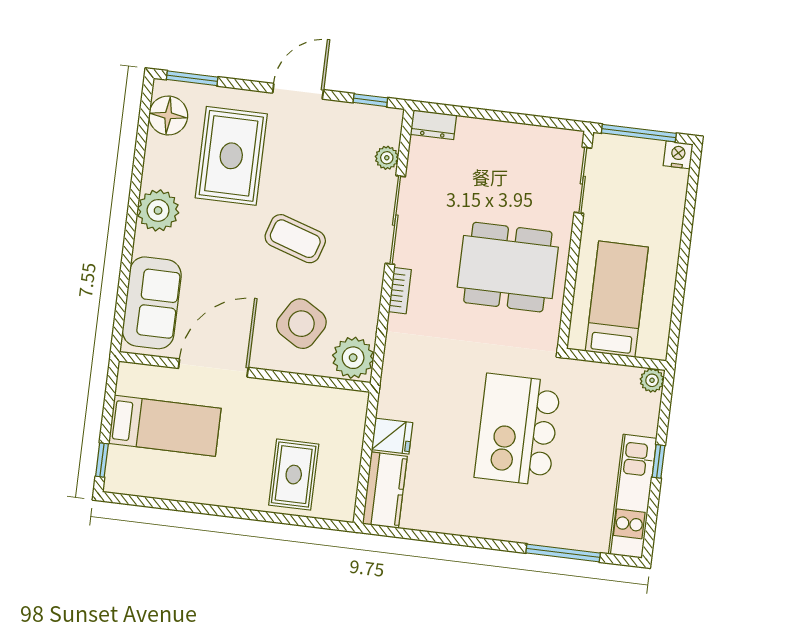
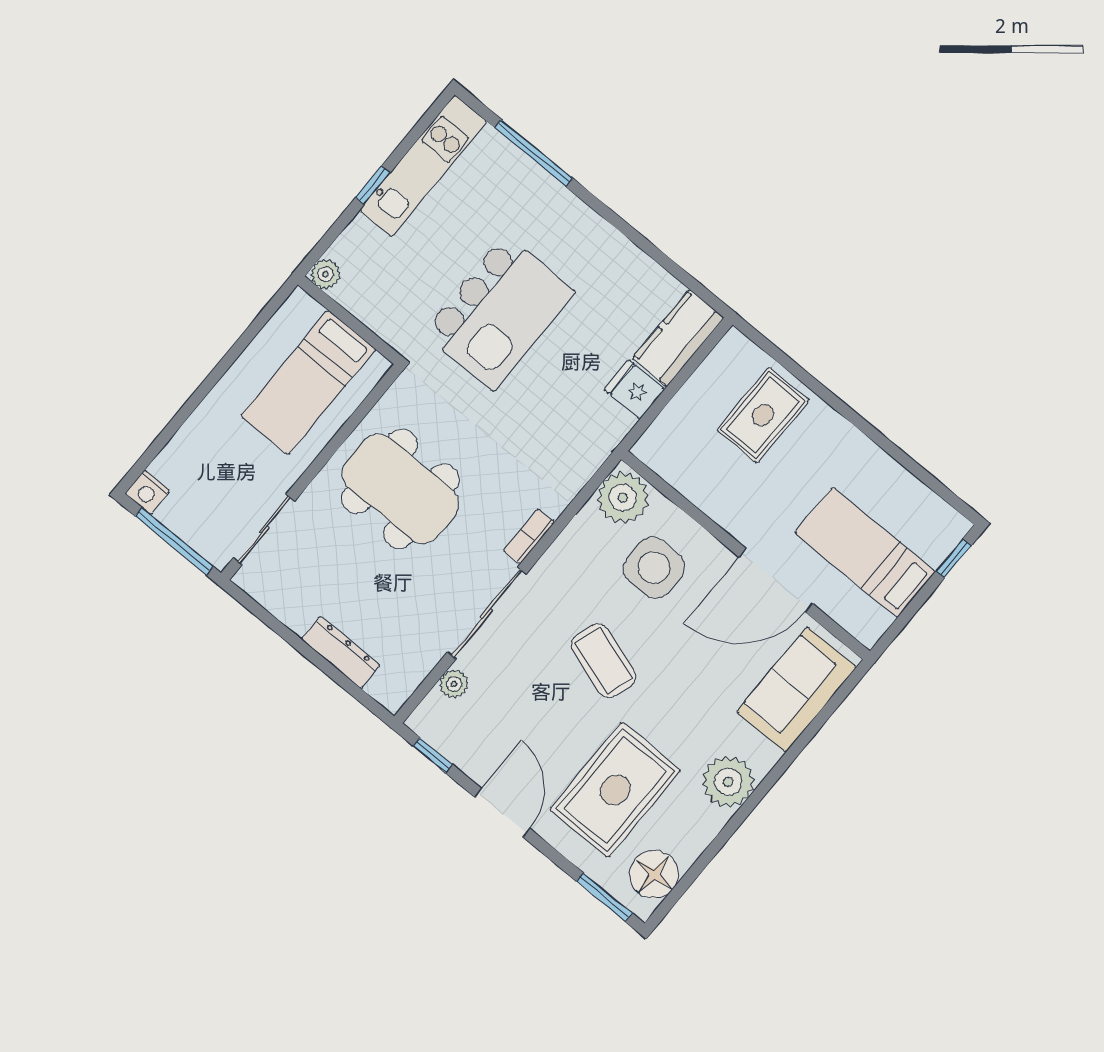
door: (298, 91) -> (502, 813), swing flipped
dresser: (433, 125) -> (341, 652), moved, width x1.44
side table: (301, 324) -> (654, 568), turned -31

